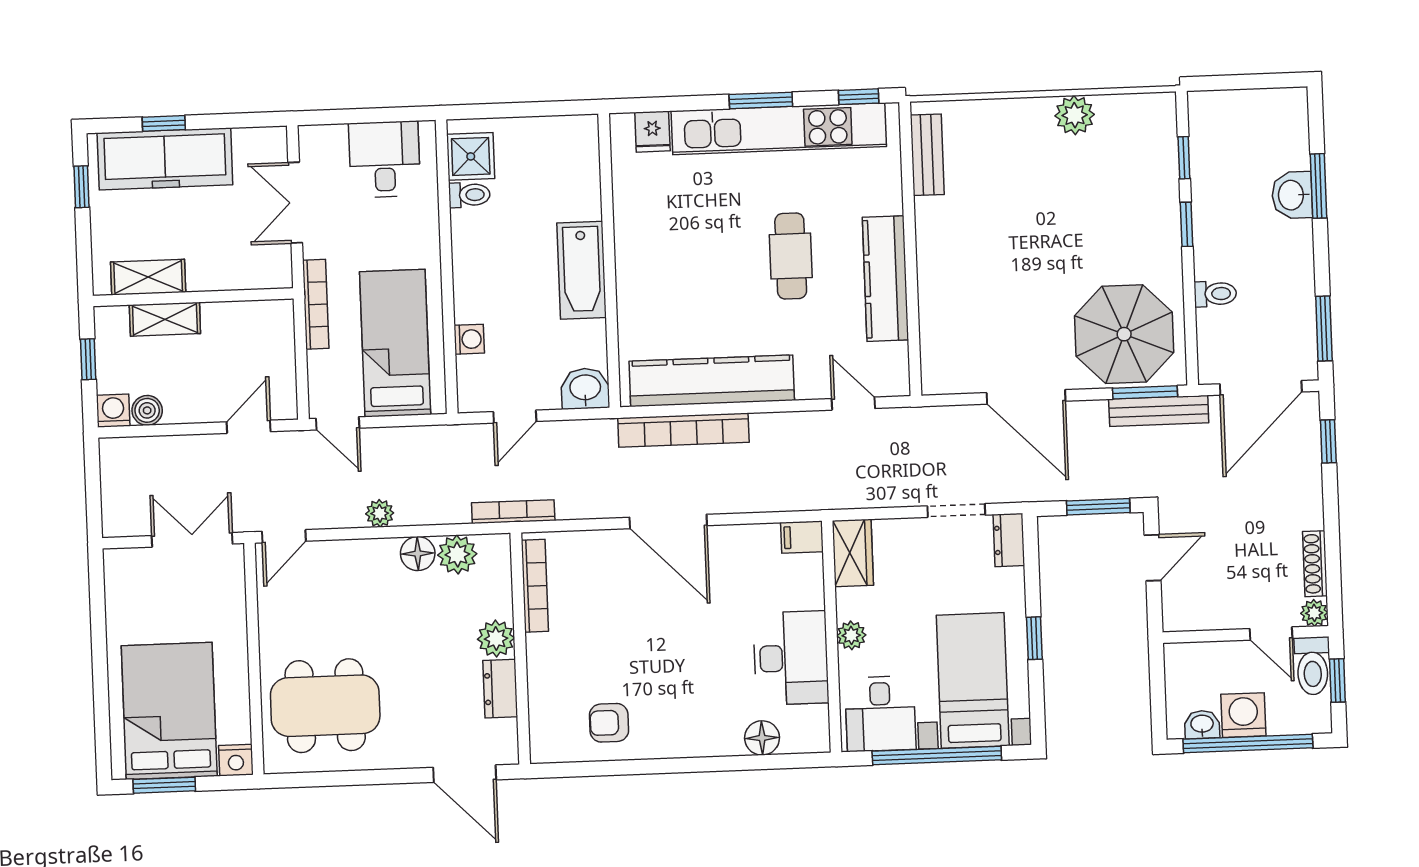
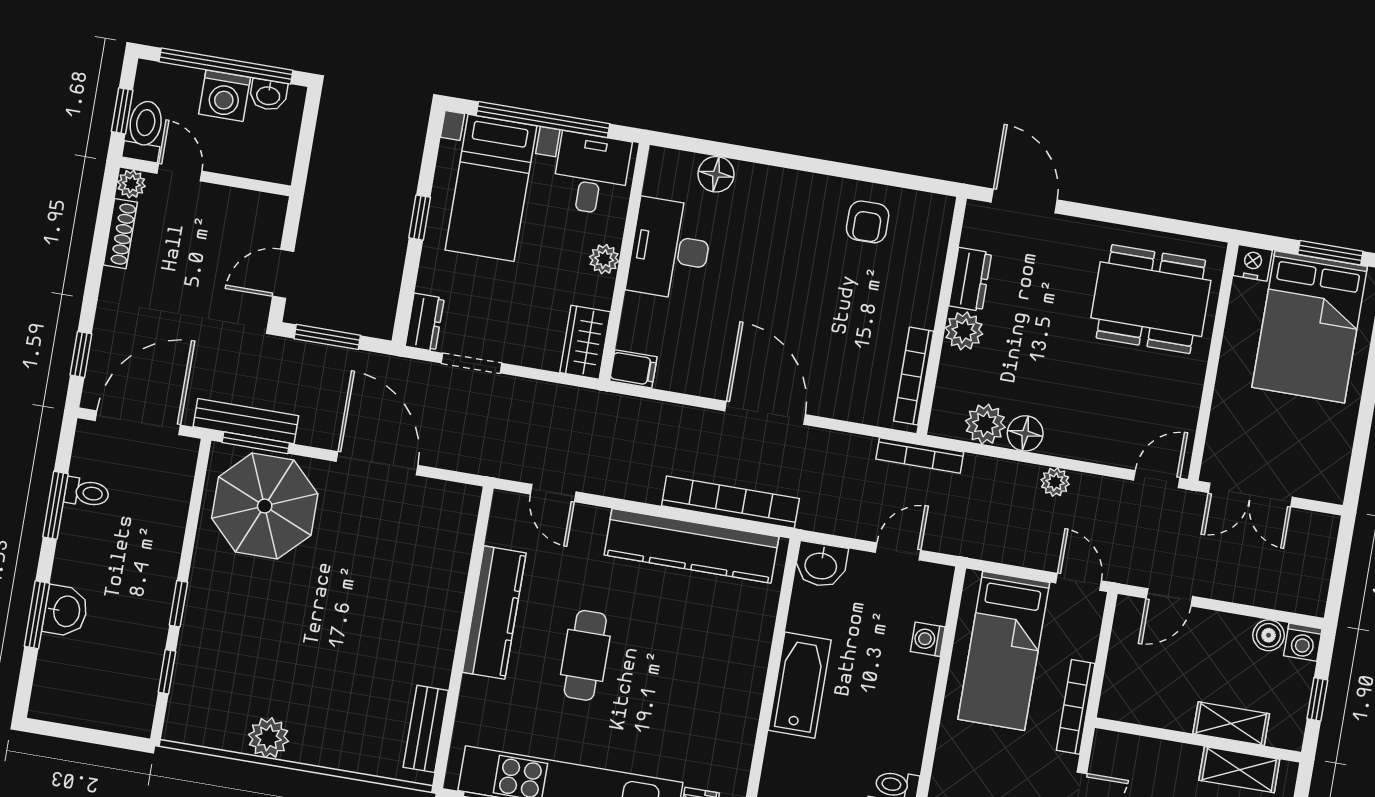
toilet: (1215, 294) -> (87, 493), moved, turned 180
window: (1324, 328) -> (55, 505), moved
armchair: (609, 723) -> (868, 222), turned 90

